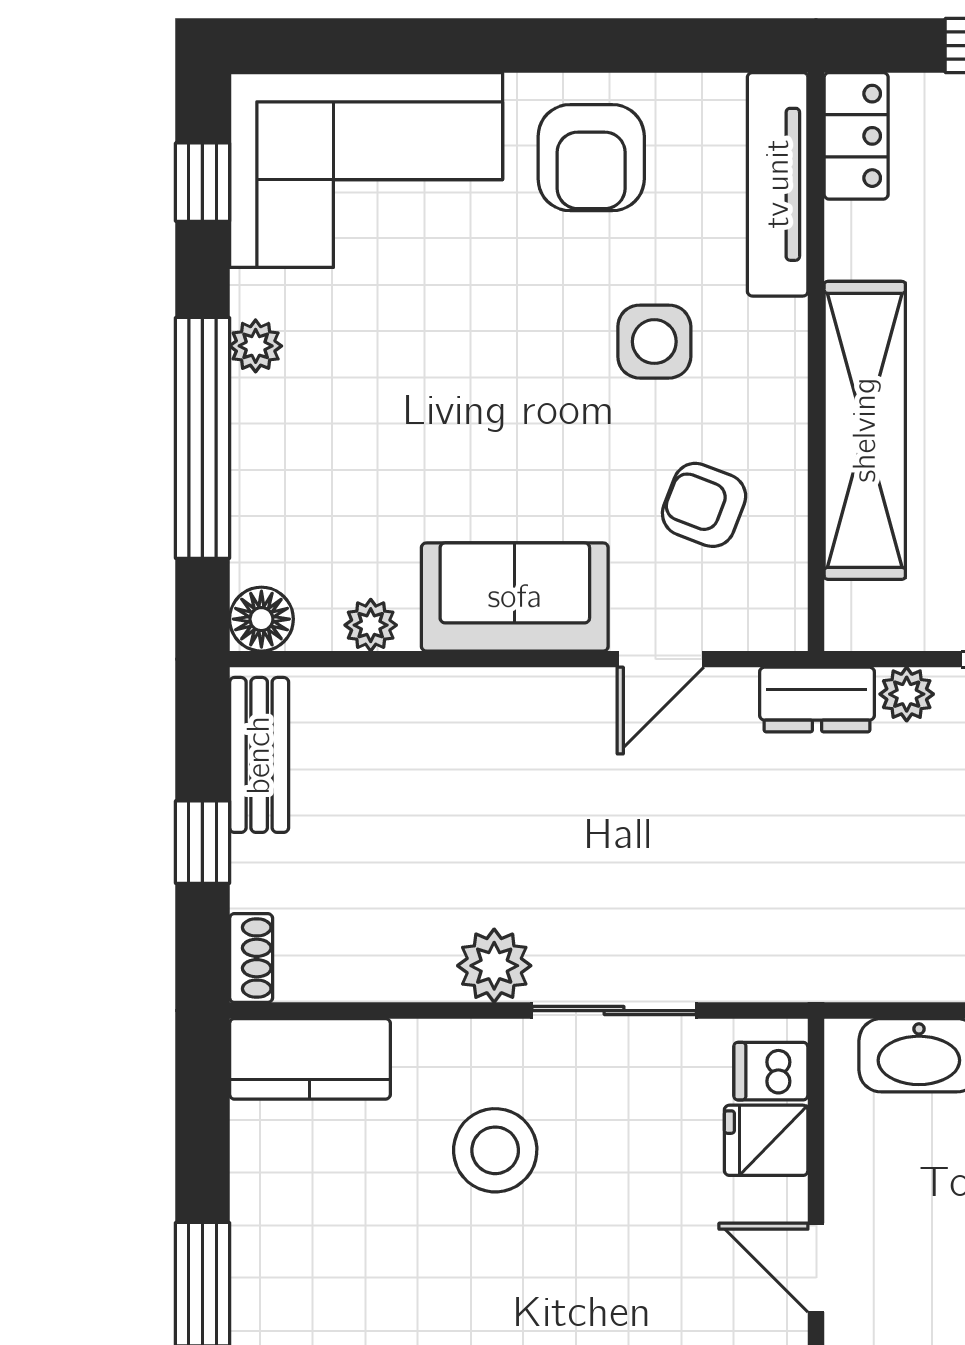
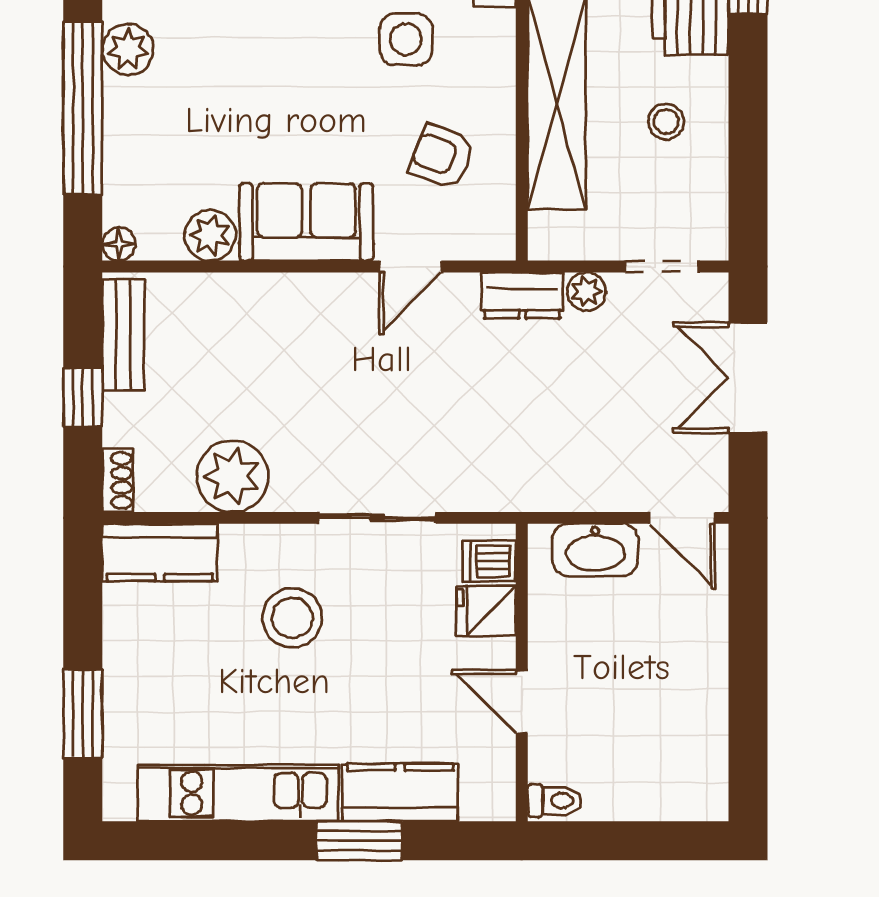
plant: (256, 346) -> (128, 49), width x1.38, depth x1.38
floor lamp: (261, 619) -> (119, 244), width x0.73, depth x0.73
plant: (371, 625) -> (210, 235), width x1.38, depth x1.38
plant: (494, 966) -> (233, 476), moved, width x1.36, depth x1.36

